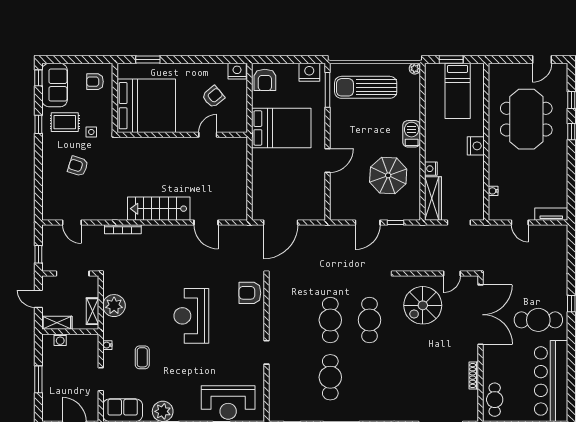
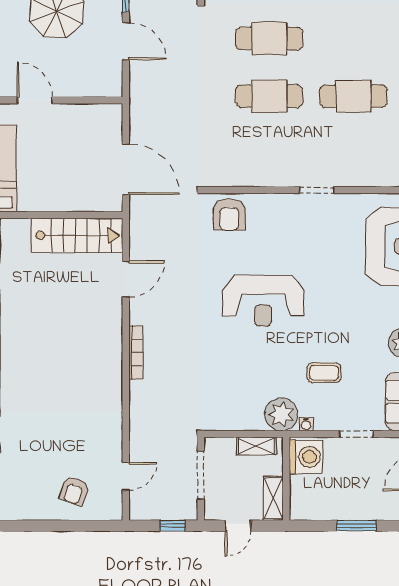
armchair: (78, 166) -> (74, 491), moved
stairs: (159, 209) -> (77, 235), moved, turned -90
bookcase: (123, 229) -> (136, 352), moved
plant: (114, 306) -> (281, 414), moved
washing machine: (60, 340) -> (306, 457), moved, width x1.89, depth x1.89

